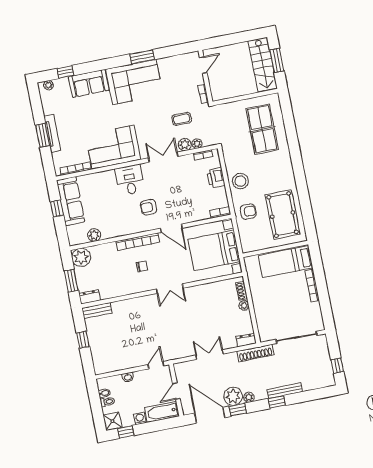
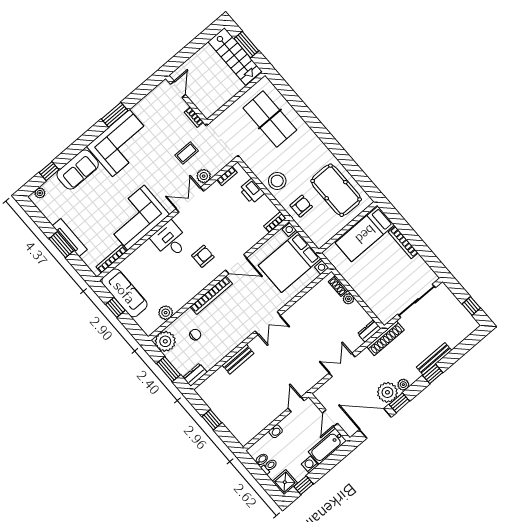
plant: (197, 144) -> (215, 169), removed
armchair: (149, 207) -> (203, 256), turned 180
chair: (142, 266) -> (195, 335), moved
bench: (97, 311) -> (238, 359), moved

